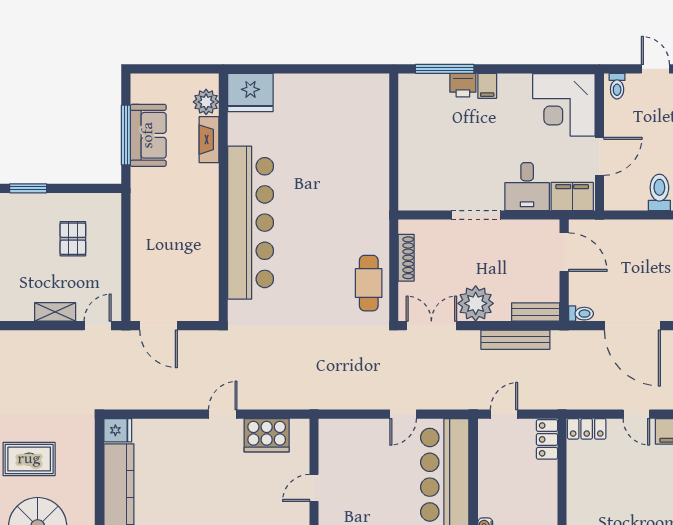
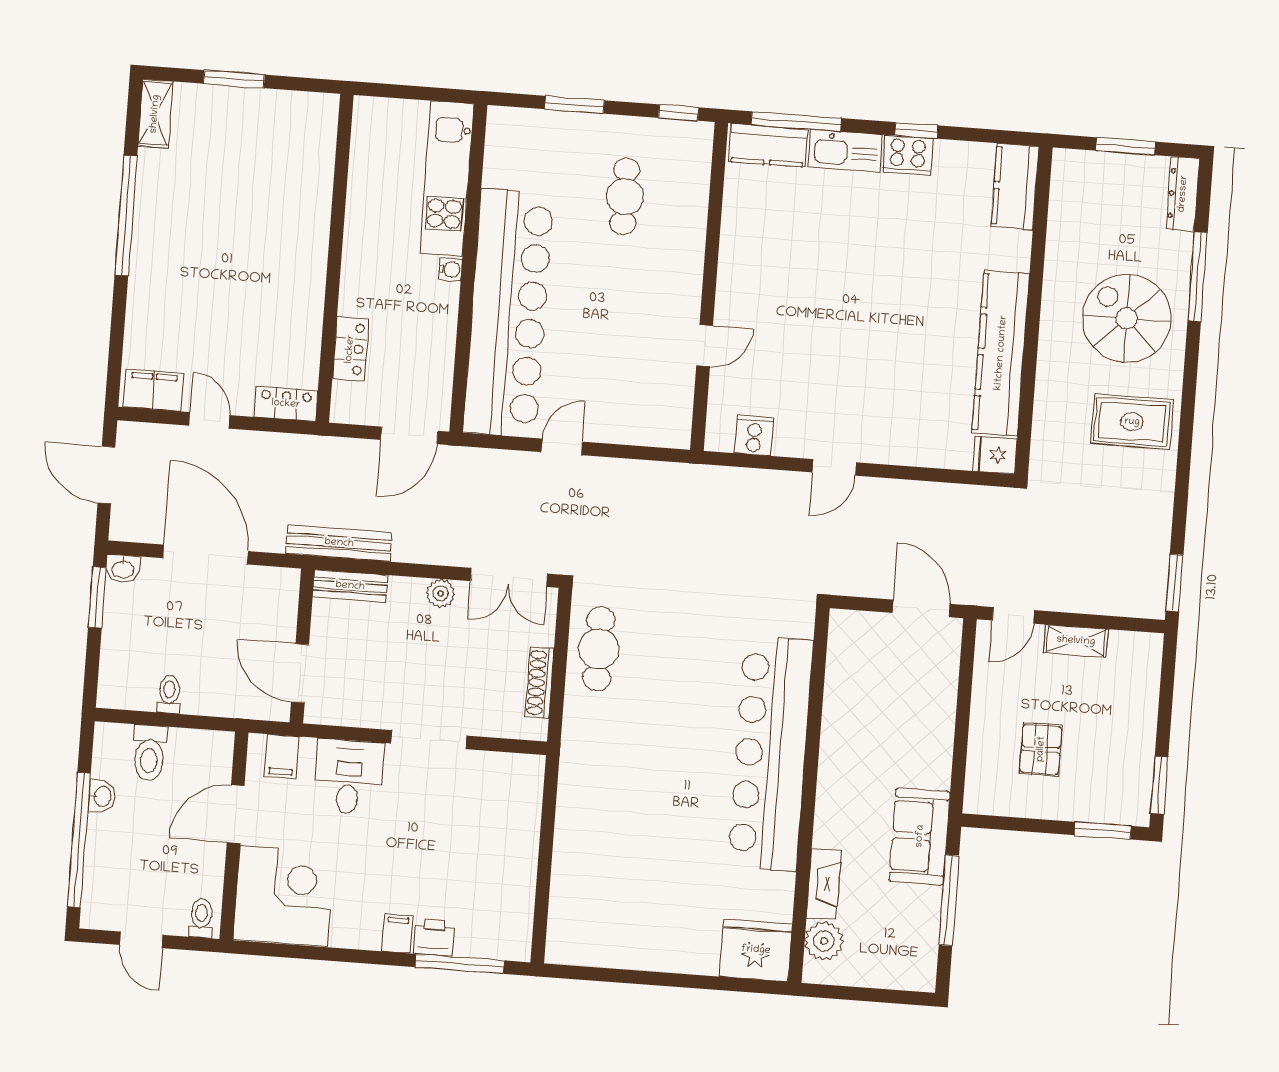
sofa: (148, 135) -> (920, 836), moved
filing cabinet: (572, 196) -> (282, 757), width x0.50
plant: (476, 303) -> (441, 593), width x0.53, depth x0.53
toilet: (581, 314) -> (169, 694), moved, turned 90
bench: (515, 340) -> (339, 543), moved
door: (504, 414) -> (409, 435), width x1.38
cooker: (267, 435) -> (754, 435), width x0.53, depth x0.76
locker: (547, 439) -> (350, 349), moved

